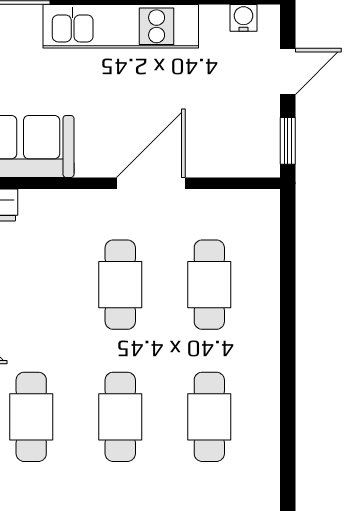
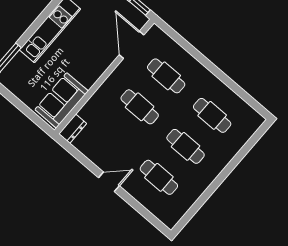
door: (151, 183) -> (132, 45), moved

